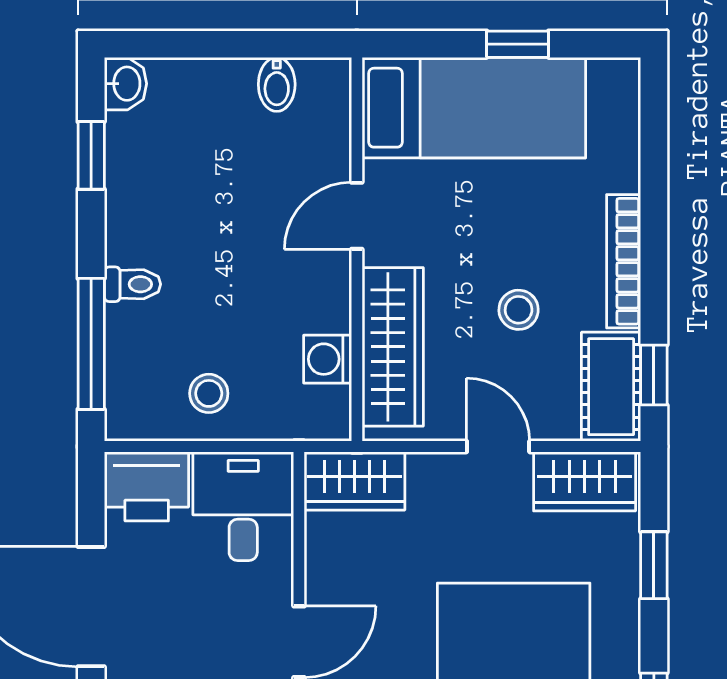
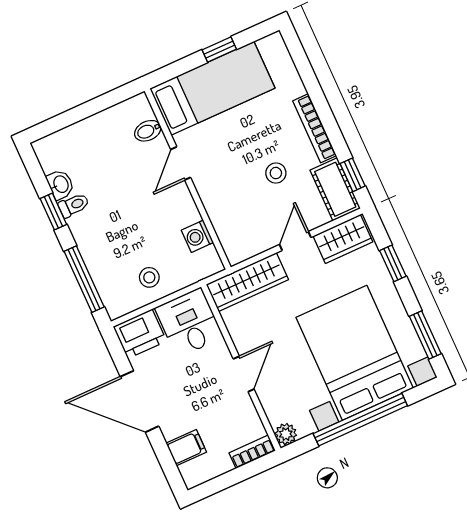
washbasin: (126, 84) -> (60, 184), moved
bidet: (277, 84) -> (148, 131), moved, turned 90
window: (91, 155) -> (53, 212), moved
toilet: (132, 284) -> (74, 205), moved
wardrobe: (393, 347) -> (225, 217), removed
door: (498, 446) -> (295, 241), hinge flipped
wardrobe: (354, 481) -> (247, 282), width x1.50

